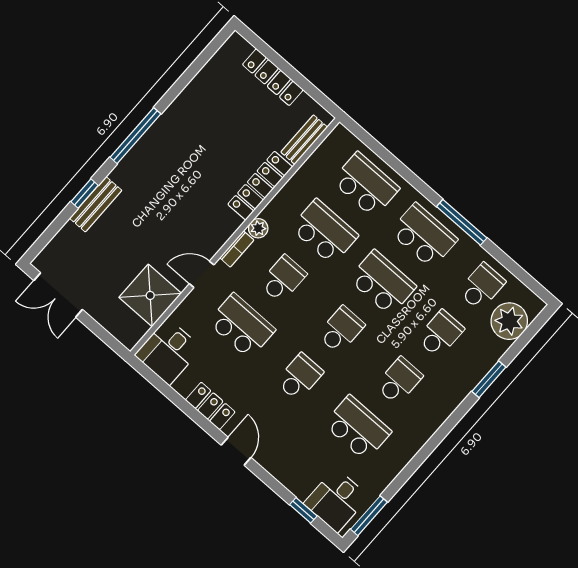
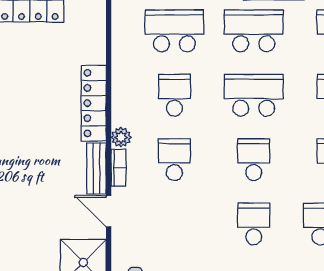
bench: (304, 140) -> (96, 168), moved
school desk: (324, 232) -> (174, 95), width x0.54
door: (202, 274) -> (109, 211), hinge flipped
school desk: (242, 326) -> (174, 224), removed

